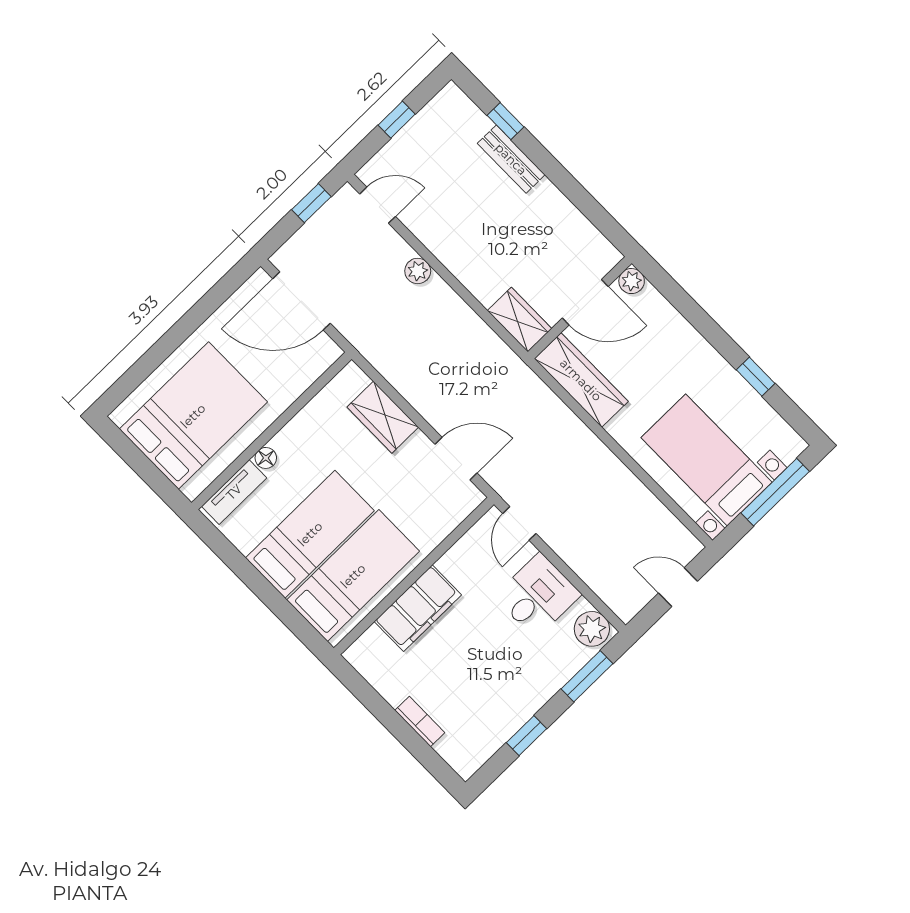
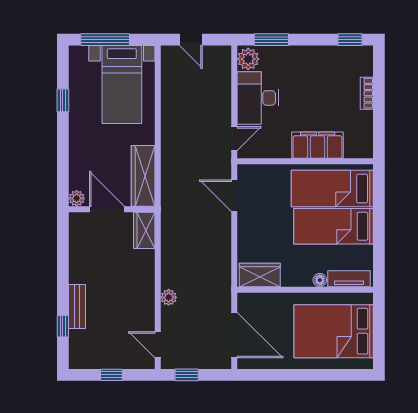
wardrobe: (383, 417) -> (260, 275), moved, turned -90
desk: (538, 596) -> (258, 98), width x1.37
window: (526, 736) -> (350, 40), moved

